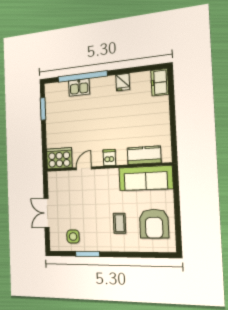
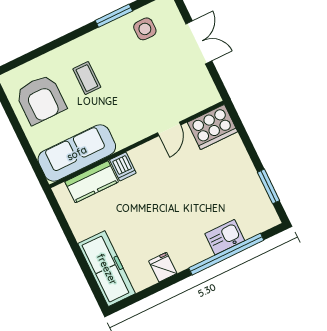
freezer: (160, 82) -> (107, 269), width x1.91, depth x1.26
dishwasher: (109, 158) -> (123, 166), moved
armchair: (154, 224) -> (41, 99), turned 180

